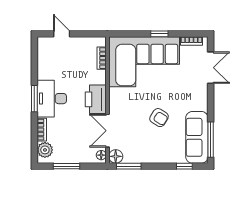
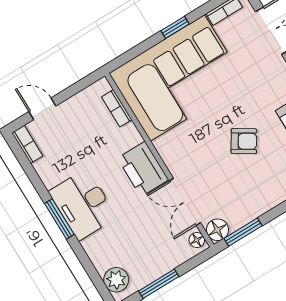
bookcase: (42, 130) -> (27, 144), moved

